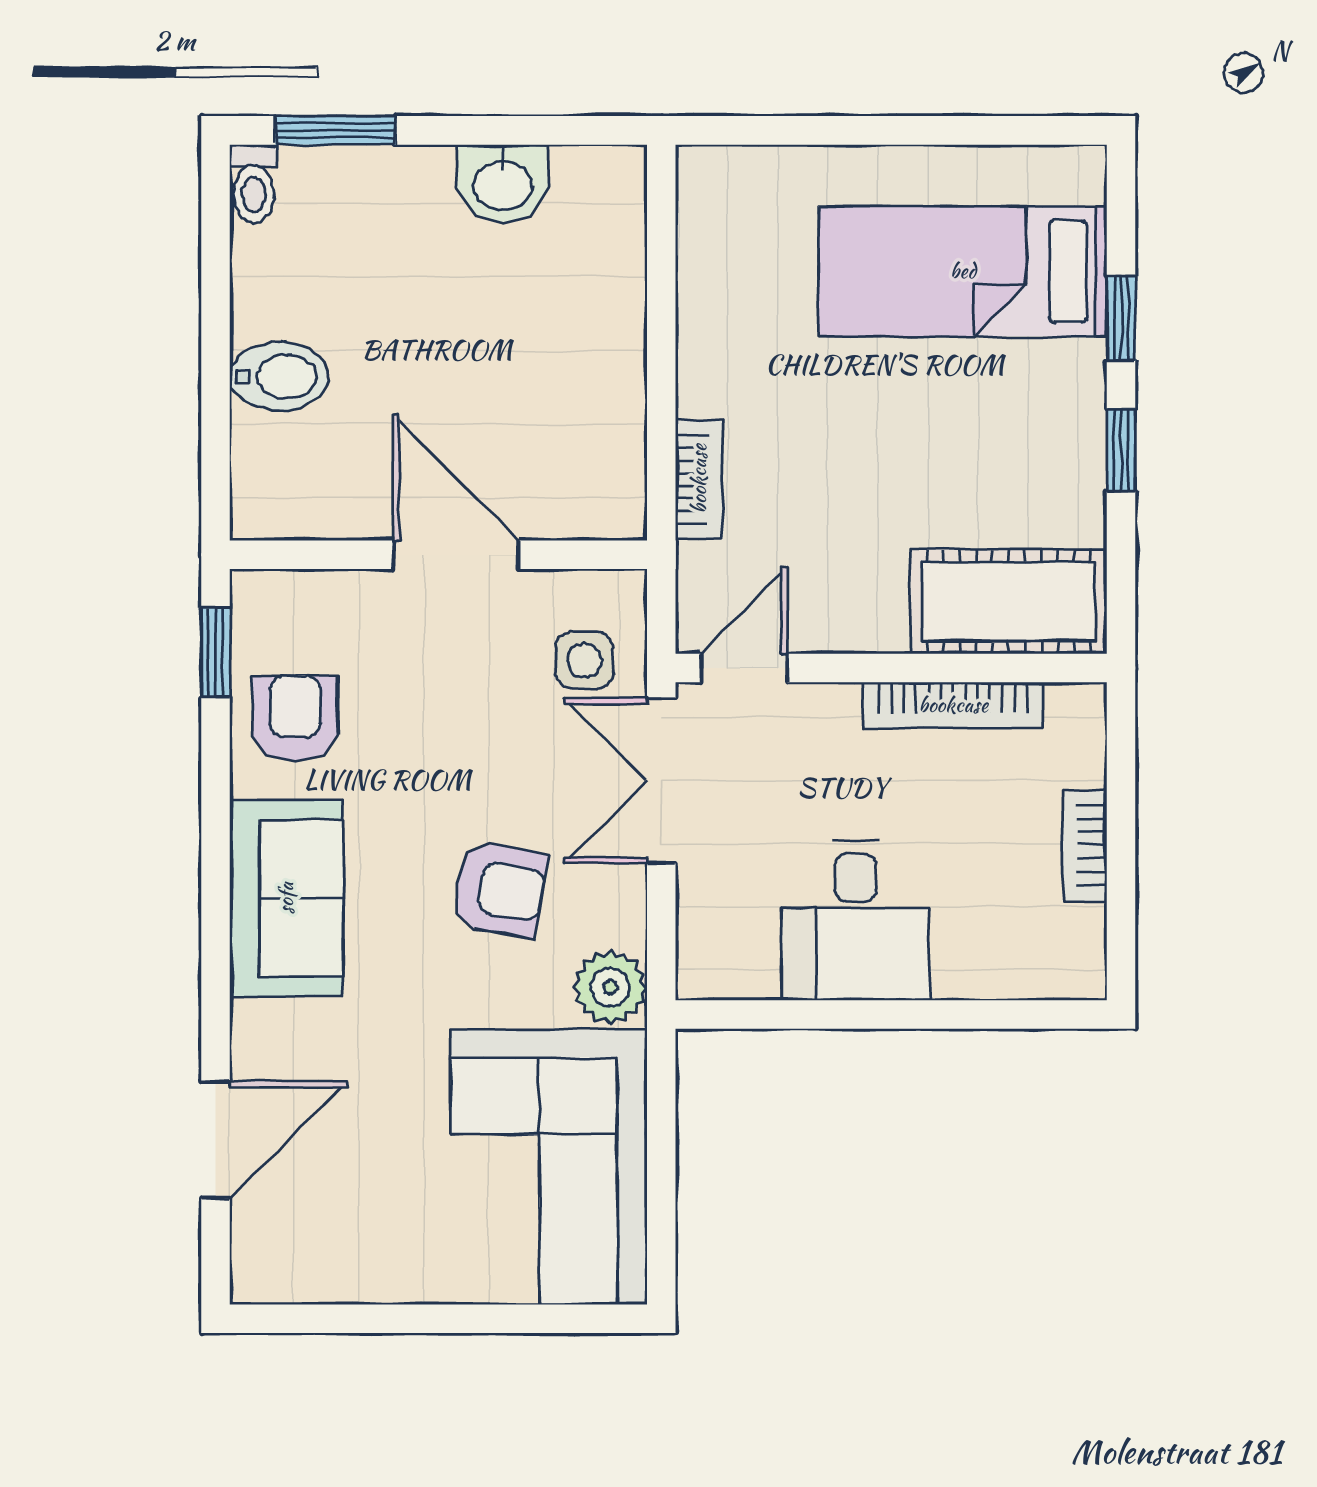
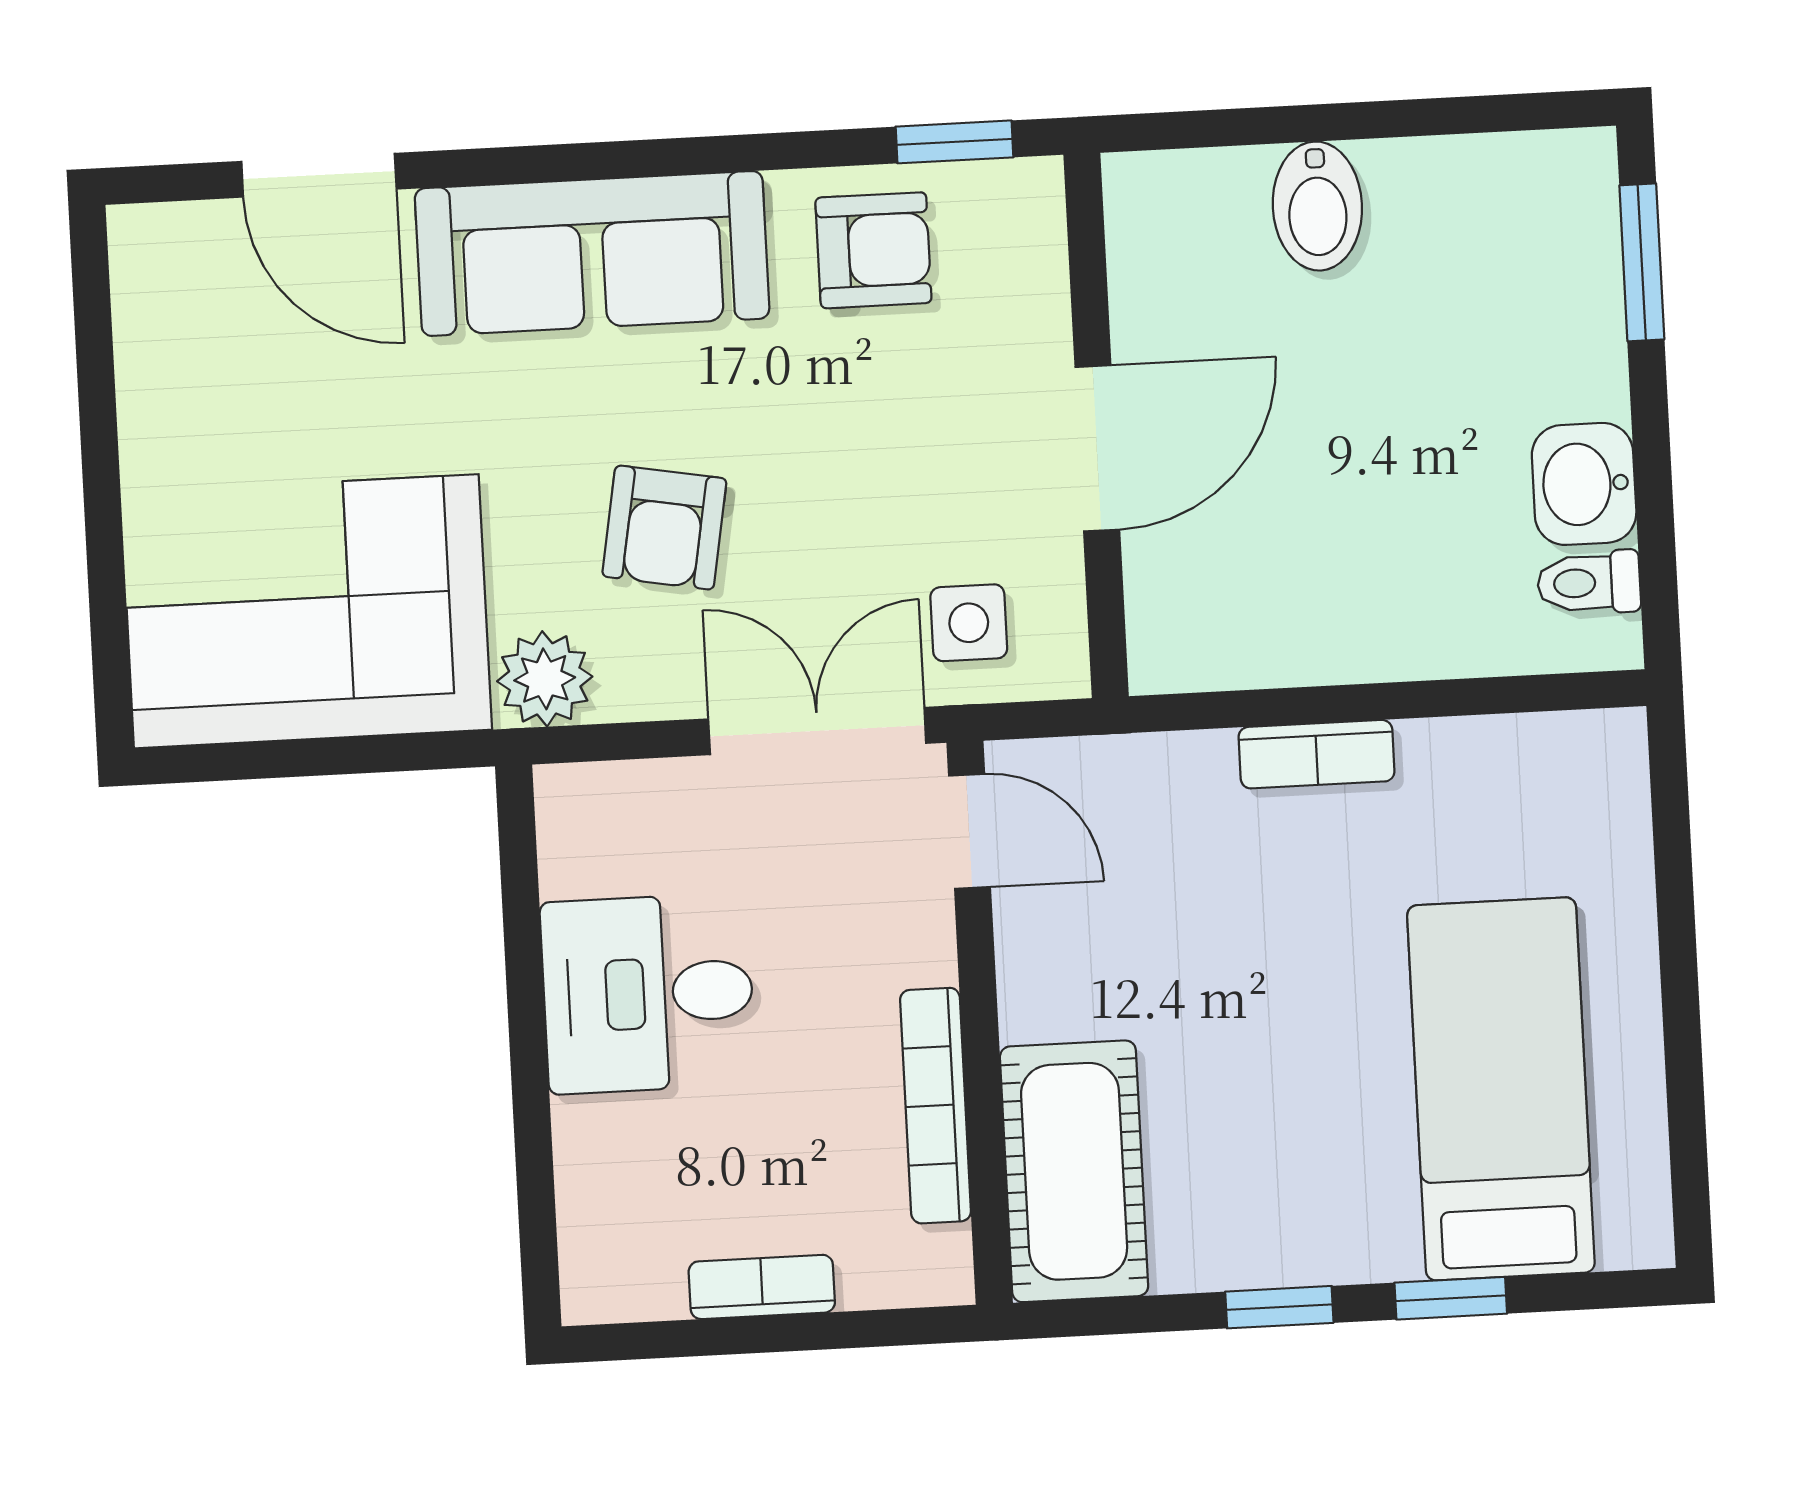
toilet: (254, 184) -> (1589, 583), moved
bookcase: (699, 479) -> (1316, 754), moved
sofa: (286, 898) -> (592, 253), width x1.36

